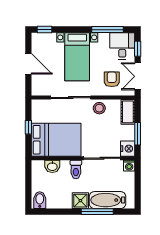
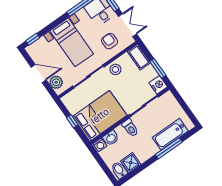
double door: (138, 76) -> (128, 25), swing flipped
plant: (39, 83) -> (56, 82), added
washing machine: (129, 166) -> (100, 145), moved
shower: (80, 201) -> (131, 163), moved

